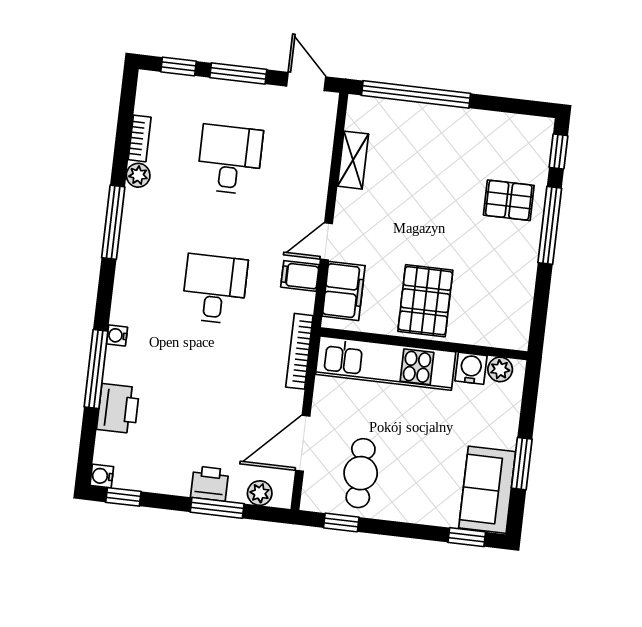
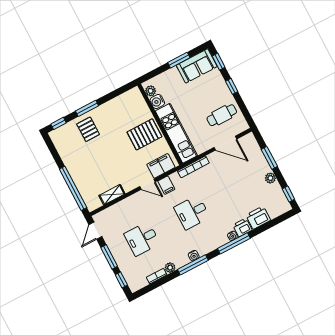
window: (550, 225) -> (87, 108), width x0.69
window: (96, 369) -> (234, 243), moved
water cooler: (102, 476) -> (194, 256), moved
printer: (210, 484) -> (242, 227), moved, turned 90
plant: (260, 493) -> (270, 178), moved
window: (341, 522) -> (232, 86), moved

